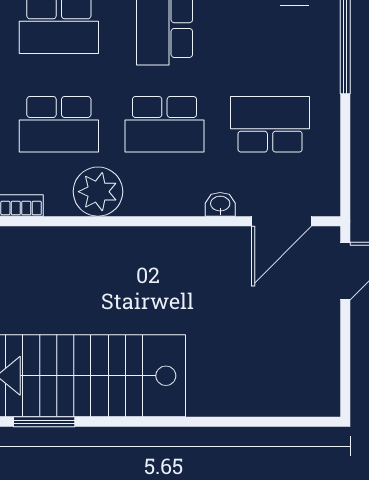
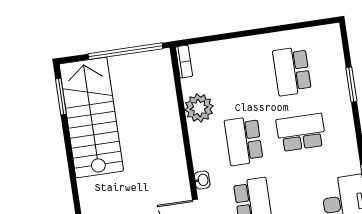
school desk: (59, 124) -> (235, 80), removed

